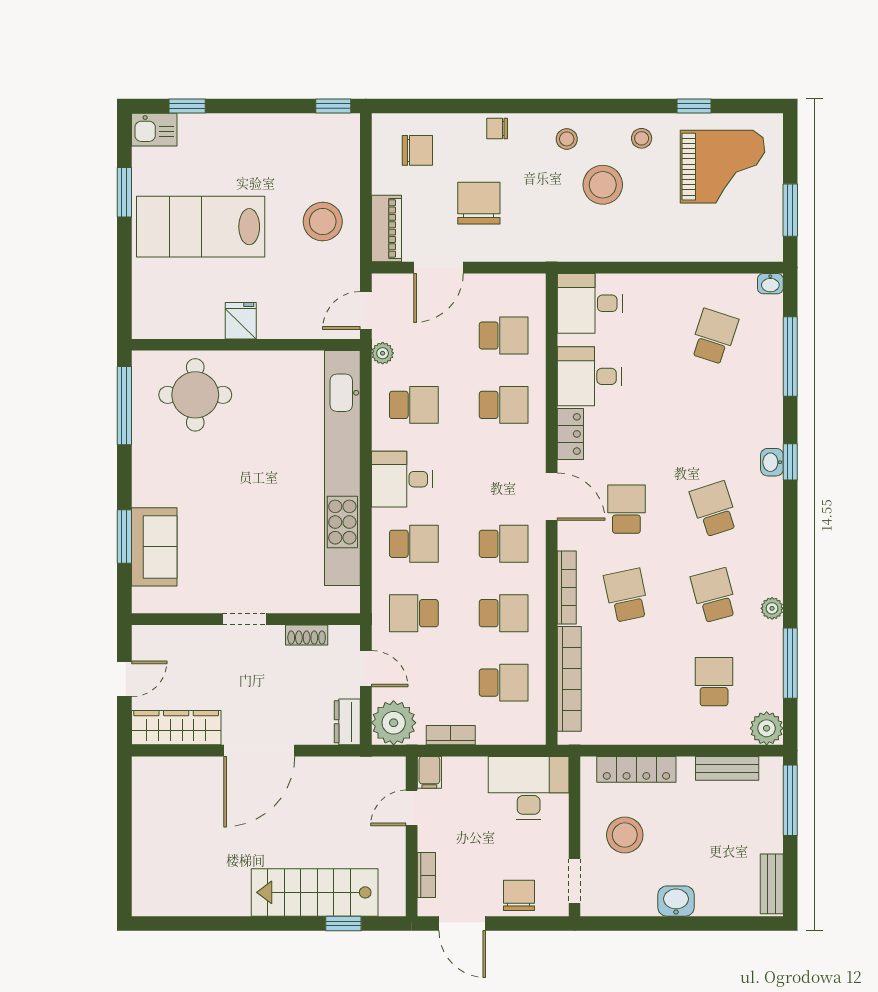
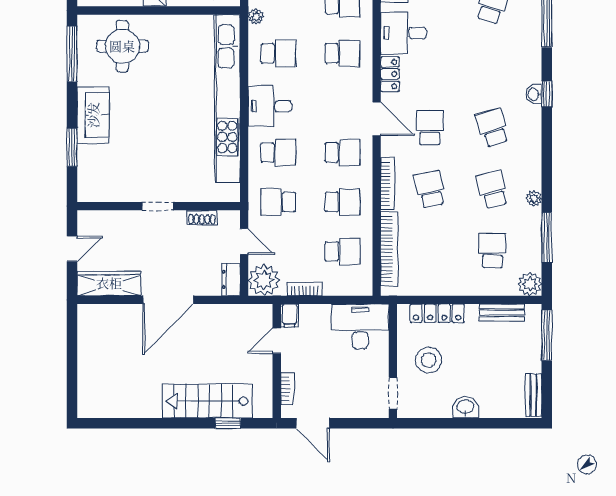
sofa: (154, 547) -> (93, 115), moved
chair: (519, 895) -> (353, 403), removed

